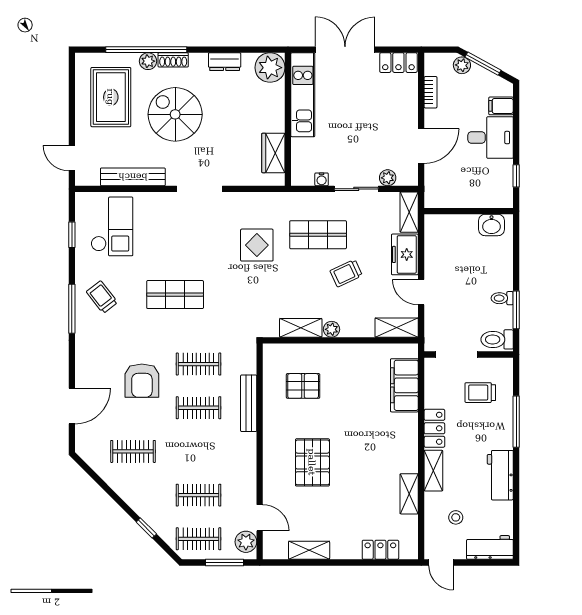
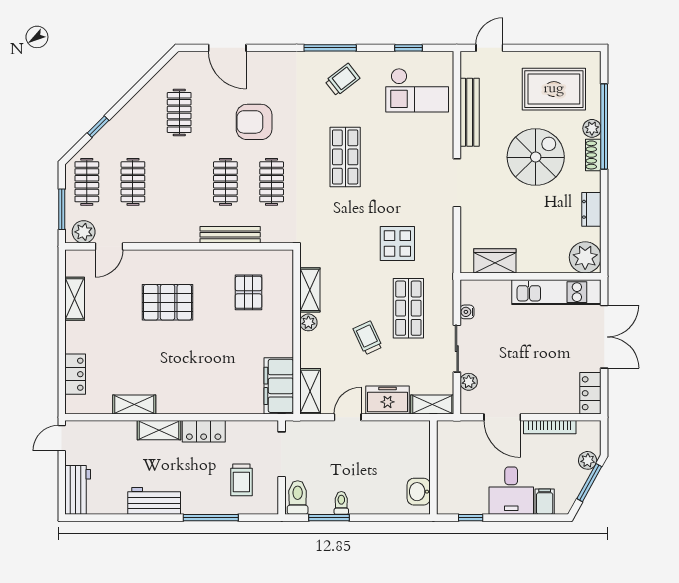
bookcase: (431, 92) -> (550, 427), width x1.56
filing cabinet: (404, 385) -> (279, 386), moved, turned -90
trolley: (480, 393) -> (241, 480), turned 180
stool: (456, 517) -> (109, 454), removed

